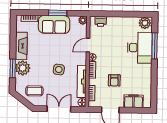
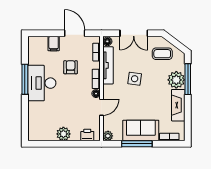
window: (58, 13) -> (137, 144), width x1.44
plant: (145, 23) -> (63, 134), moved
window: (155, 46) -> (25, 79), moved
desk: (140, 48) -> (42, 83), moved
window: (13, 68) -> (188, 79), width x1.44
filing cabinet: (133, 101) -> (54, 44), width x0.50

